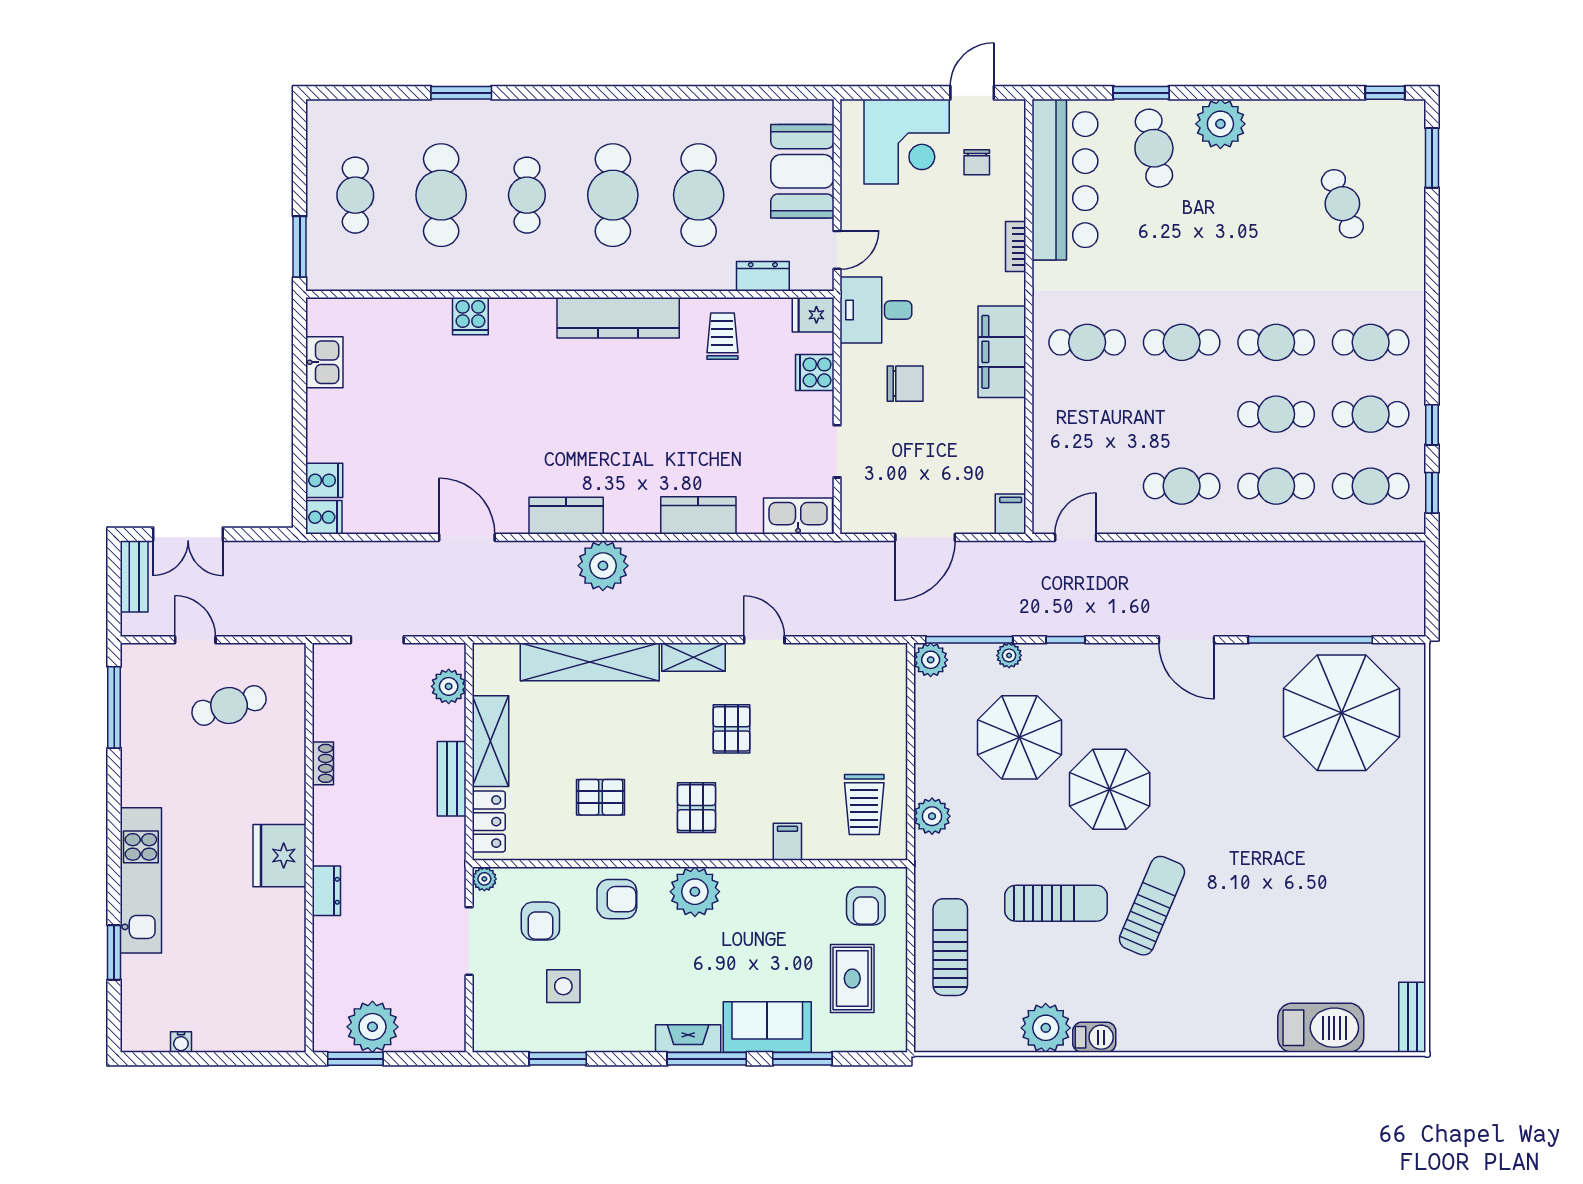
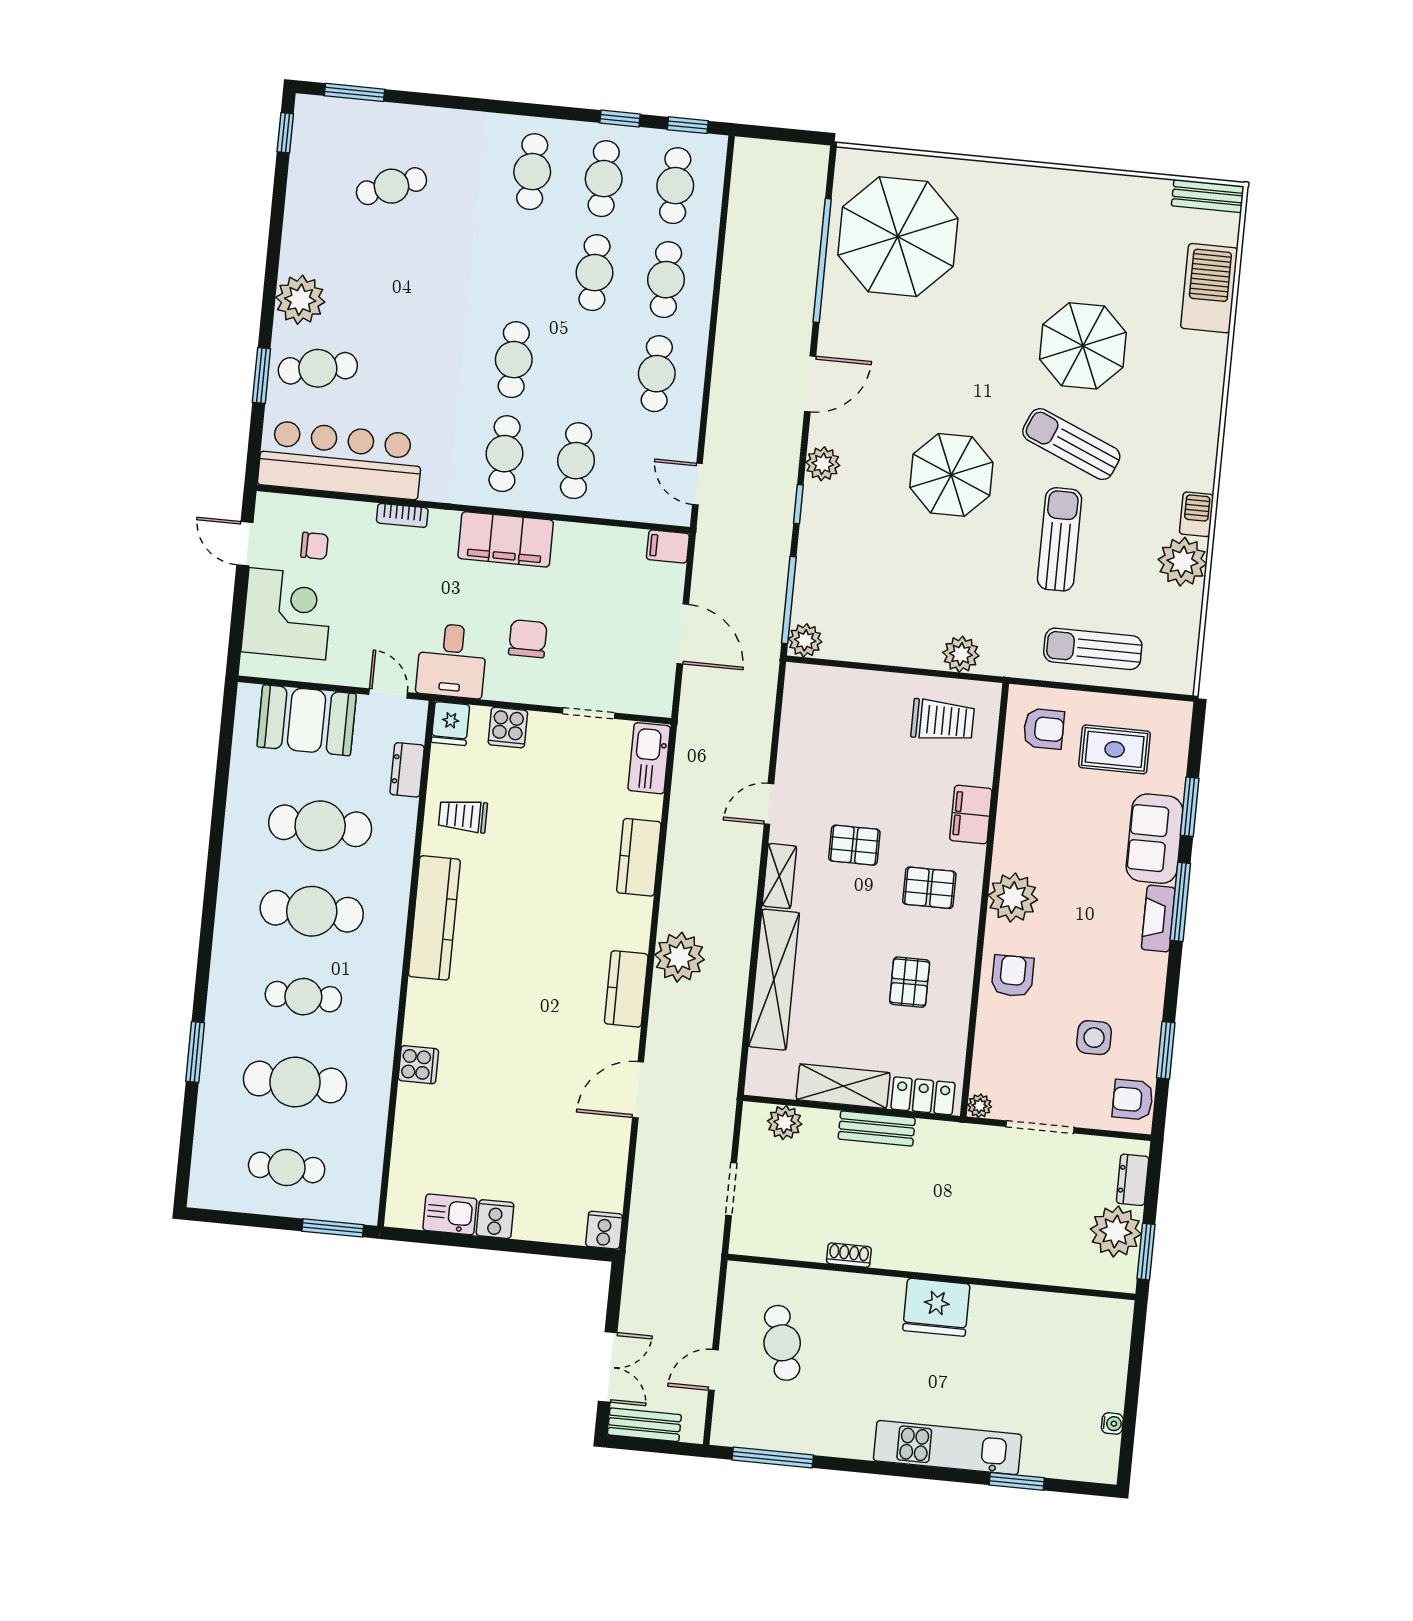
cafe table: (1276, 342) -> (576, 461), moved
cooker: (324, 480) -> (495, 1219), moved
plant: (1009, 655) -> (823, 464), moved, width x1.38, depth x1.38
parasol: (1019, 737) -> (1083, 346), moved
filing cabinet: (787, 842) -> (971, 815), width x2.00
dresser: (326, 891) -> (1133, 1180), moved, turned -90
armchair: (540, 921) -> (1133, 1100), moved, turned 180

